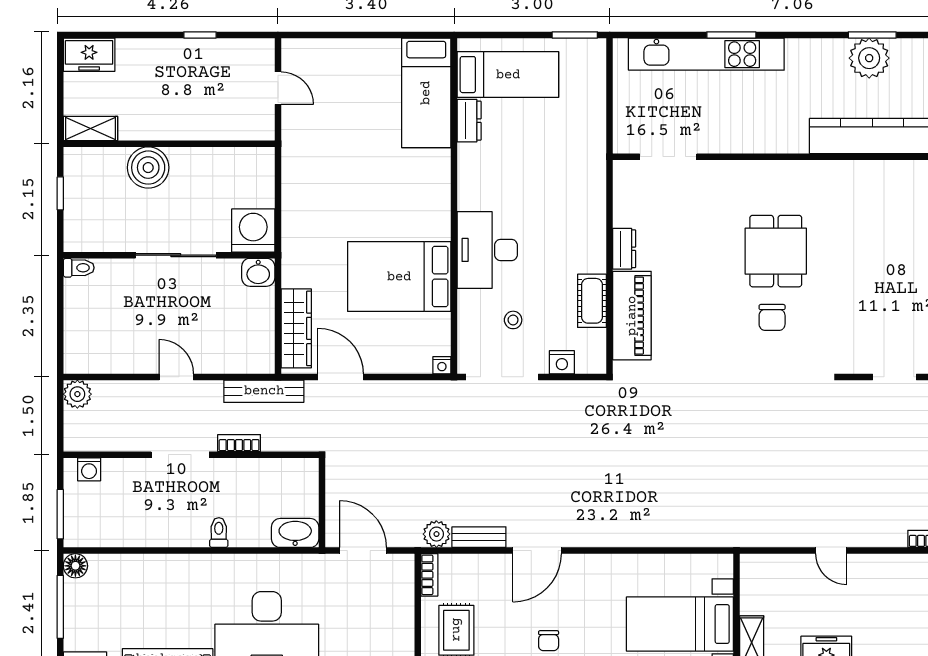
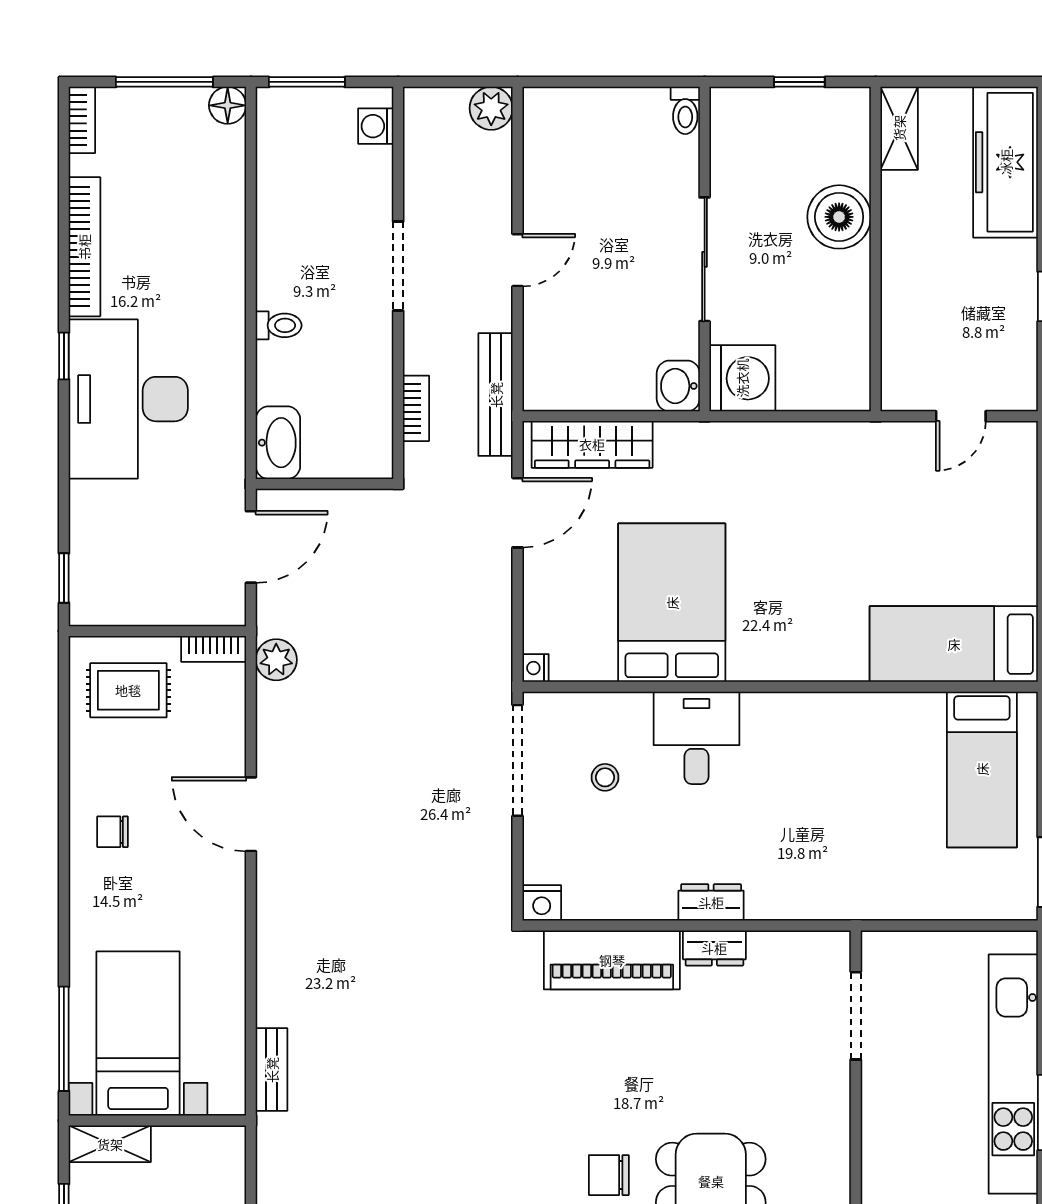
freezer: (89, 55) -> (1006, 162), width x1.91, depth x1.26
dresser: (469, 121) -> (711, 902), moved, turned 180
desk: (487, 250) -> (697, 738), width x0.73
cot: (592, 301) -> (634, 899), removed
nightstand: (562, 362) -> (542, 903), moved, turned -90
bookcase: (239, 443) -> (416, 408), moved
bench: (479, 537) -> (272, 1070), moved

